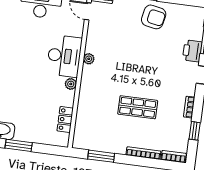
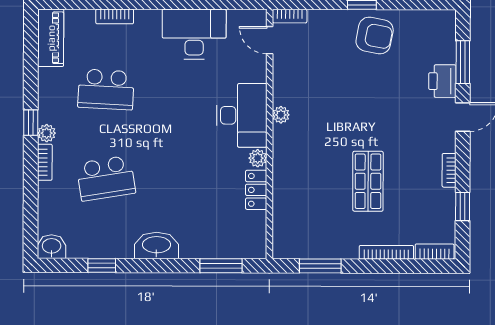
shop shelf: (138, 107) -> (368, 181), turned 90
locker: (65, 120) -> (256, 190), moved
window: (19, 145) -> (221, 266), moved

